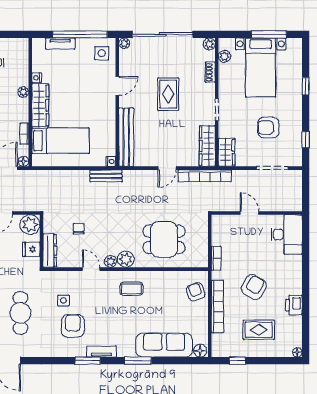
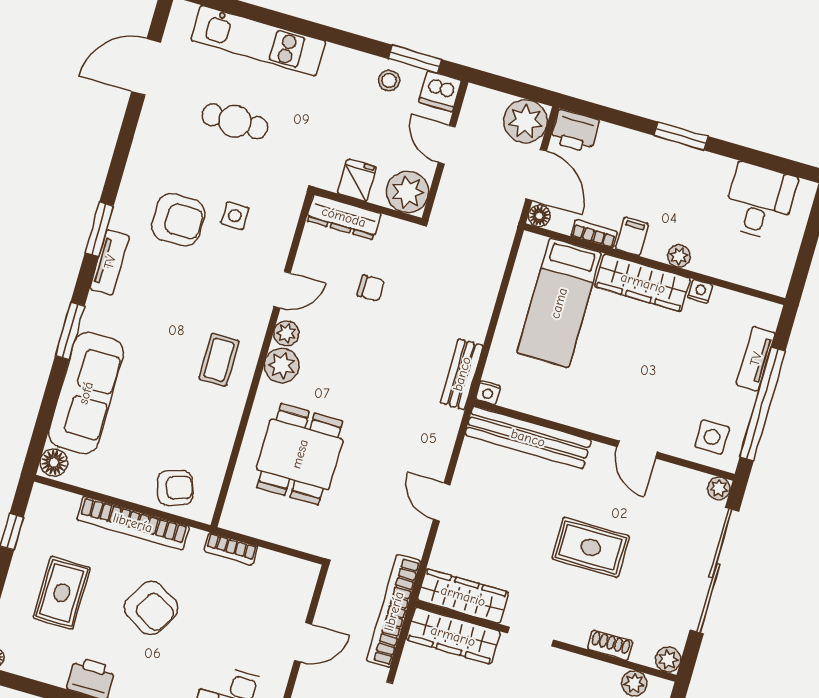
filing cabinet: (21, 116) -> (632, 236), added
wardrobe: (227, 152) -> (453, 636), width x1.50
bookcase: (205, 176) -> (394, 611), moved
cafe table: (20, 313) -> (235, 121), width x0.73, depth x0.74

